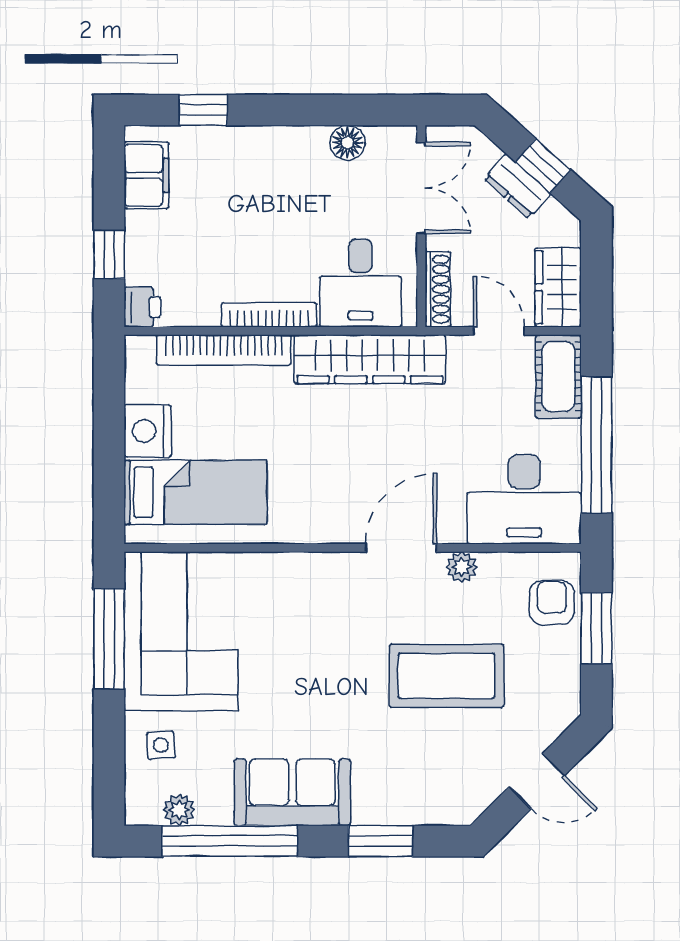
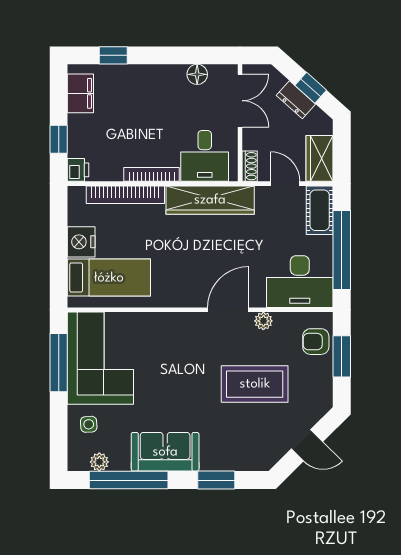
shoe rack: (438, 289) -> (250, 166), width x0.70
armchair: (552, 603) -> (316, 342), turned -90

